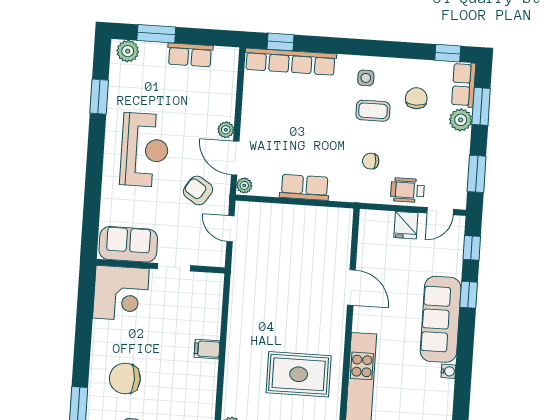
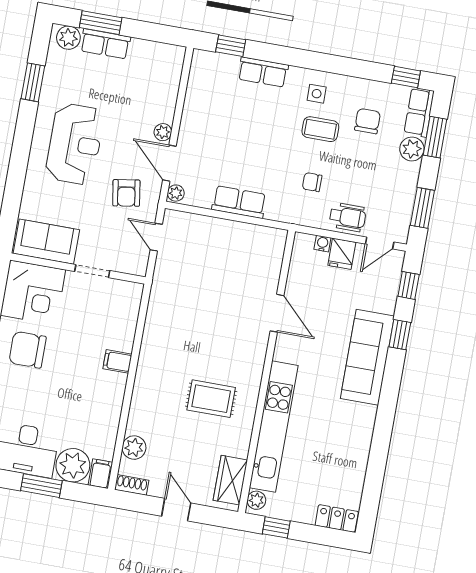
row of seats: (190, 55) -> (105, 44), moved
row of seats: (290, 62) -> (263, 72), width x0.50
armchair: (198, 190) -> (126, 193), turned -132
wheelchair: (407, 190) -> (348, 217), turned 180
water cooler: (448, 371) -> (322, 244), moved, turned -90
rug: (299, 374) -> (211, 399), width x0.73, depth x0.70
chair: (125, 378) -> (28, 350), moved

